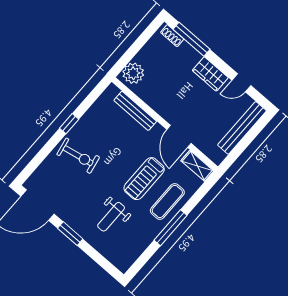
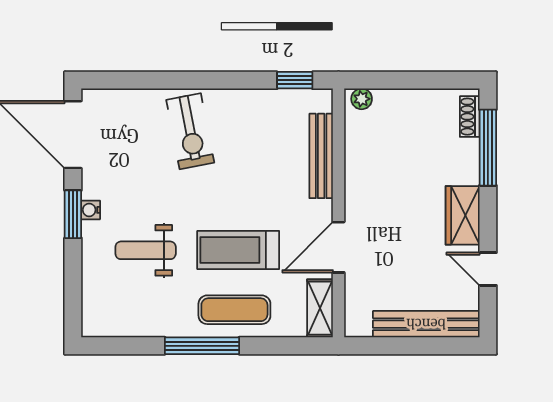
plant: (133, 73) -> (362, 99), width x0.53, depth x0.53
window: (69, 124) -> (295, 80), moved
water cooler: (75, 225) -> (91, 210), added

